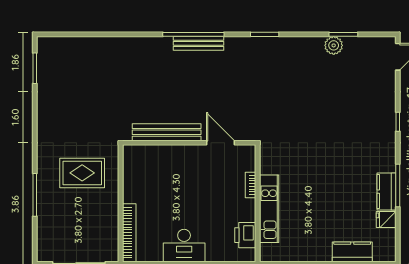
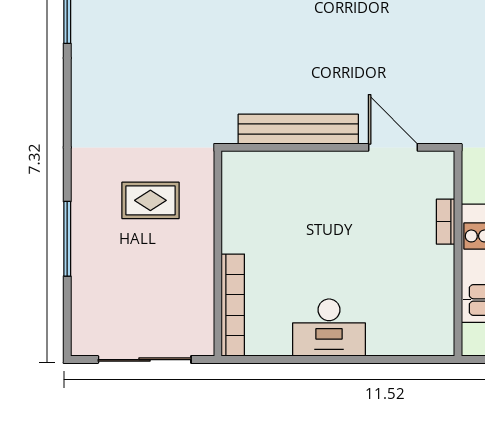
rug: (82, 173) -> (150, 200), width x0.73, depth x0.70
printer: (245, 235) -> (436, 309), removed

